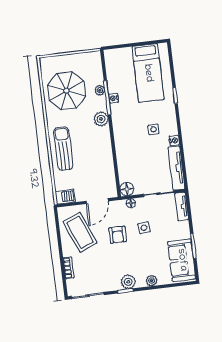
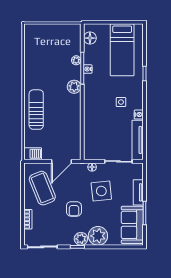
parasol: (67, 91) -> (46, 57), removed
floor lamp: (127, 189) -> (90, 38), moved
tv unit: (182, 206) -> (138, 192), moved
side table: (144, 228) -> (101, 191), width x1.87, depth x1.87
armchair: (118, 235) -> (74, 209), moved
plant: (152, 281) -> (98, 236), width x1.87, depth x1.87

